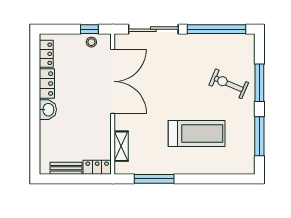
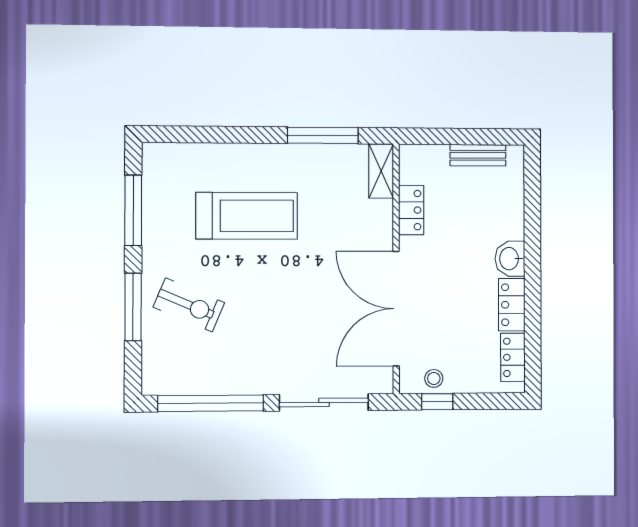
treadmill: (197, 133) -> (247, 216), turned 180
shelving: (121, 146) -> (381, 171), moved
locker: (97, 167) -> (411, 210), moved, turned -90

